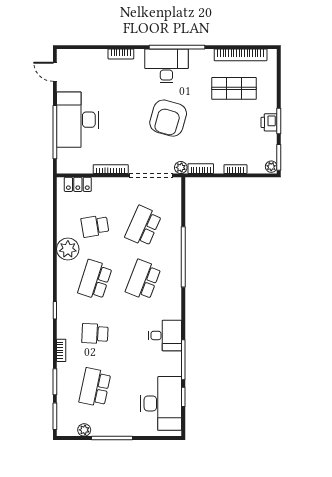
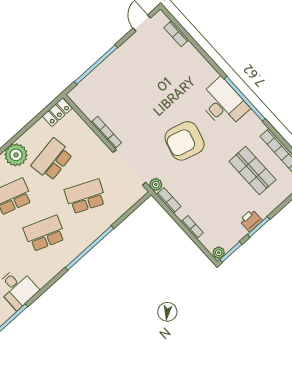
bookcase: (121, 54) -> (176, 34), moved
desk: (78, 120) -> (121, 73), removed
locker: (78, 184) -> (57, 112), moved, turned -90
school desk: (95, 226) -> (52, 160), width x1.85

